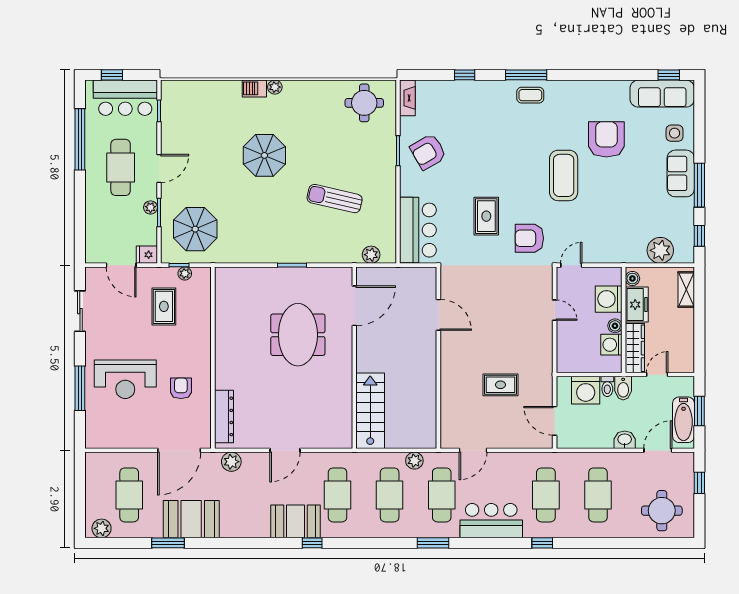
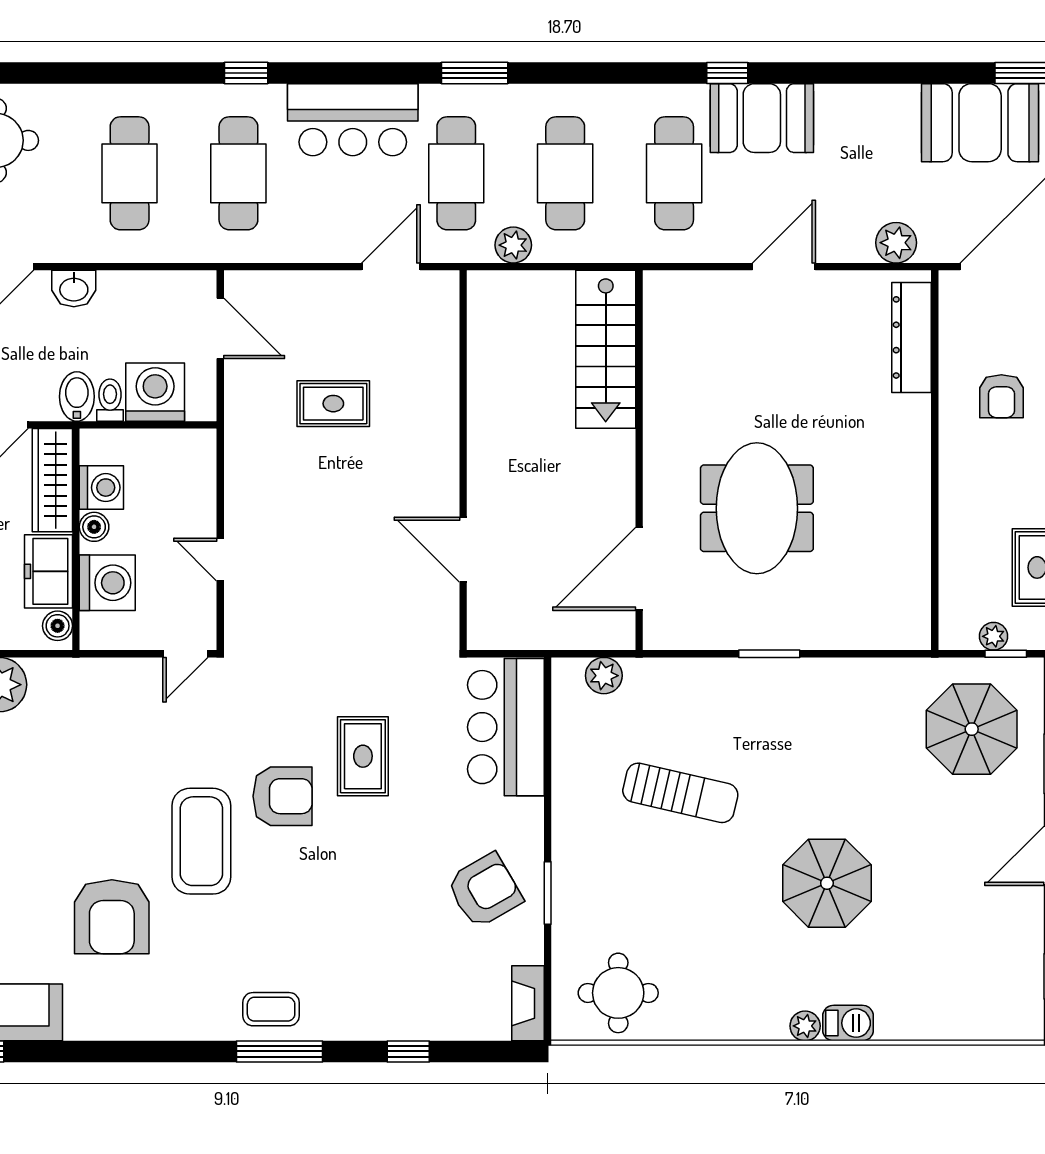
armchair: (529, 238) -> (283, 796), moved

